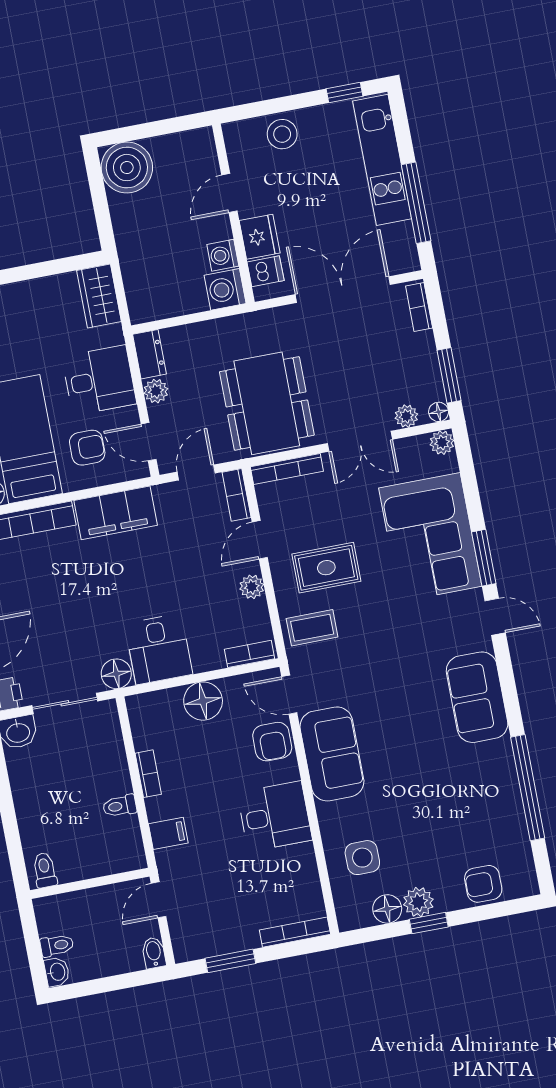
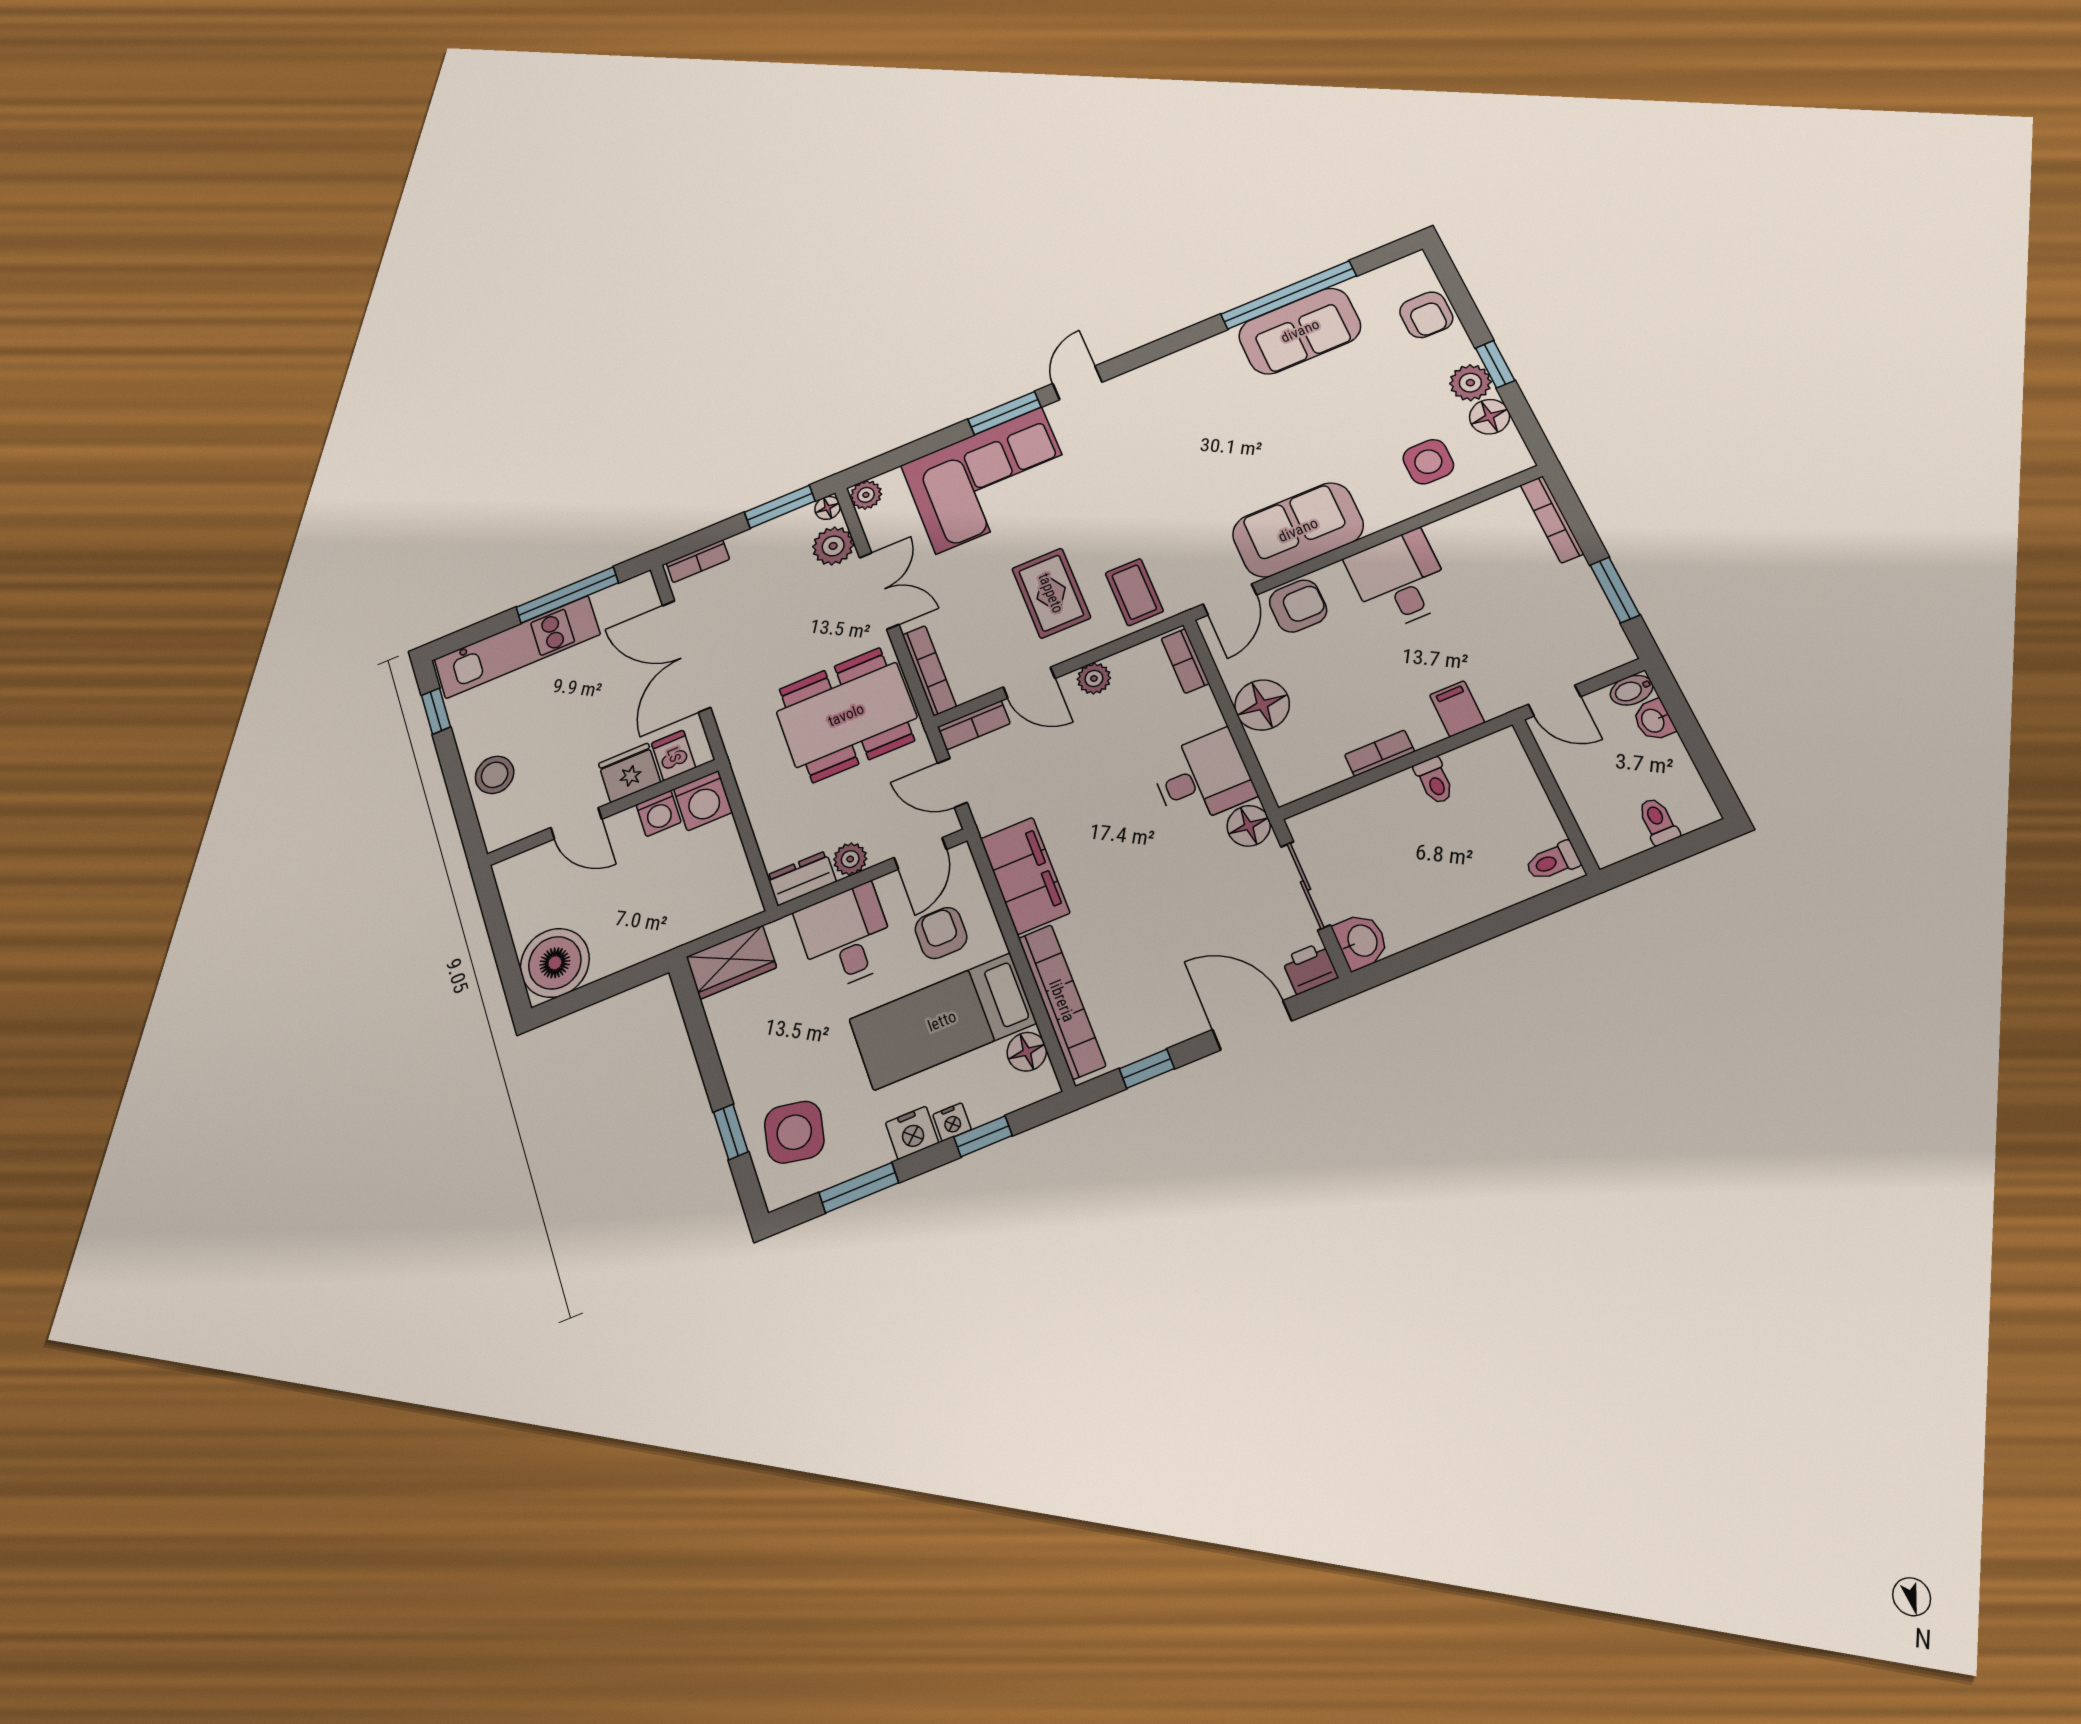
plant: (406, 416) -> (833, 546), width x1.38, depth x1.38
sofa: (477, 697) -> (1300, 331), moved
washbasin: (57, 972) -> (1654, 720), moved, turned -90

